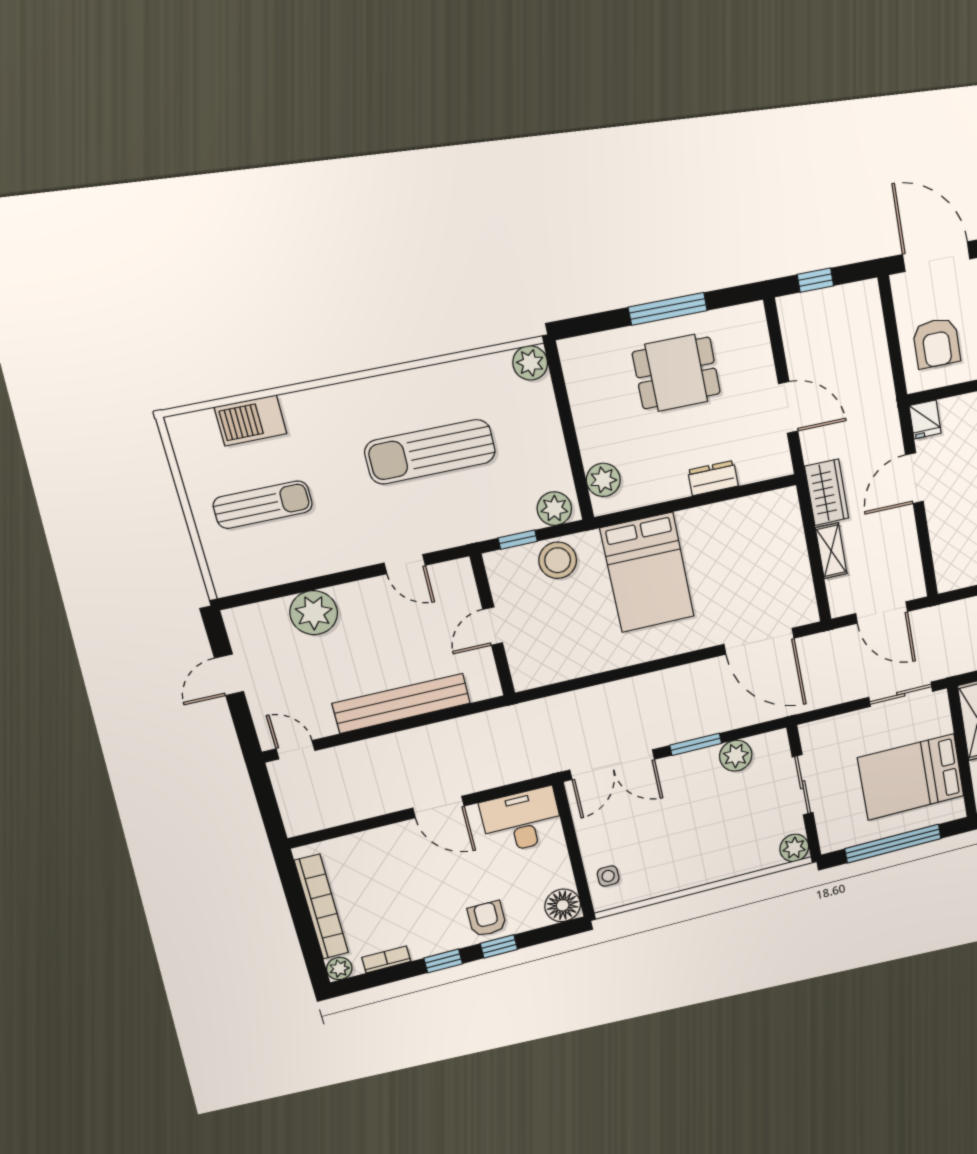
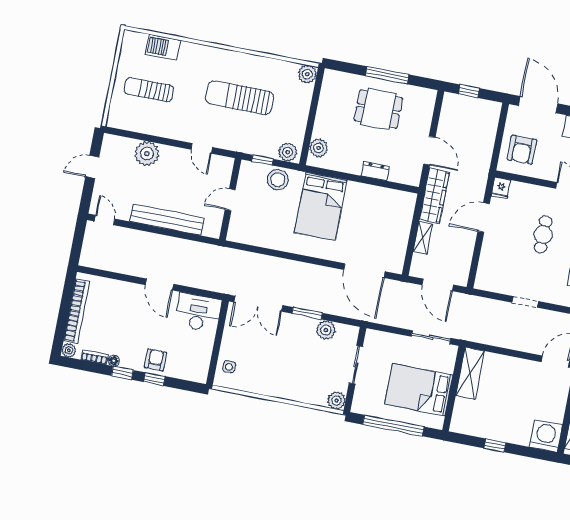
wardrobe: (827, 492) -> (434, 196), width x1.50
sun lounger: (263, 505) -> (149, 90), turned 180
floor lamp: (563, 905) -> (114, 361), moved, width x0.53, depth x0.53

